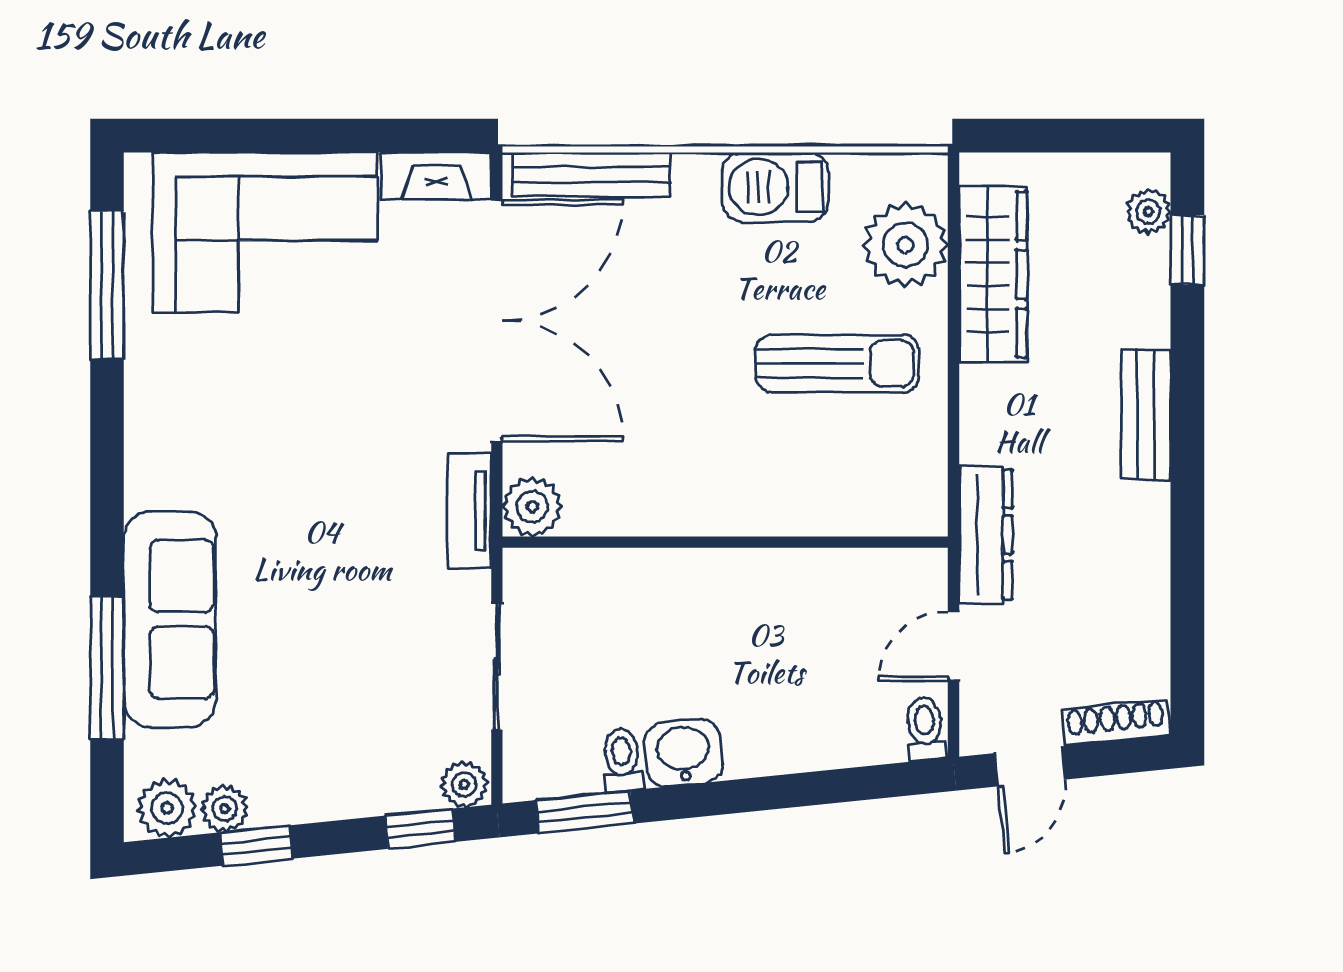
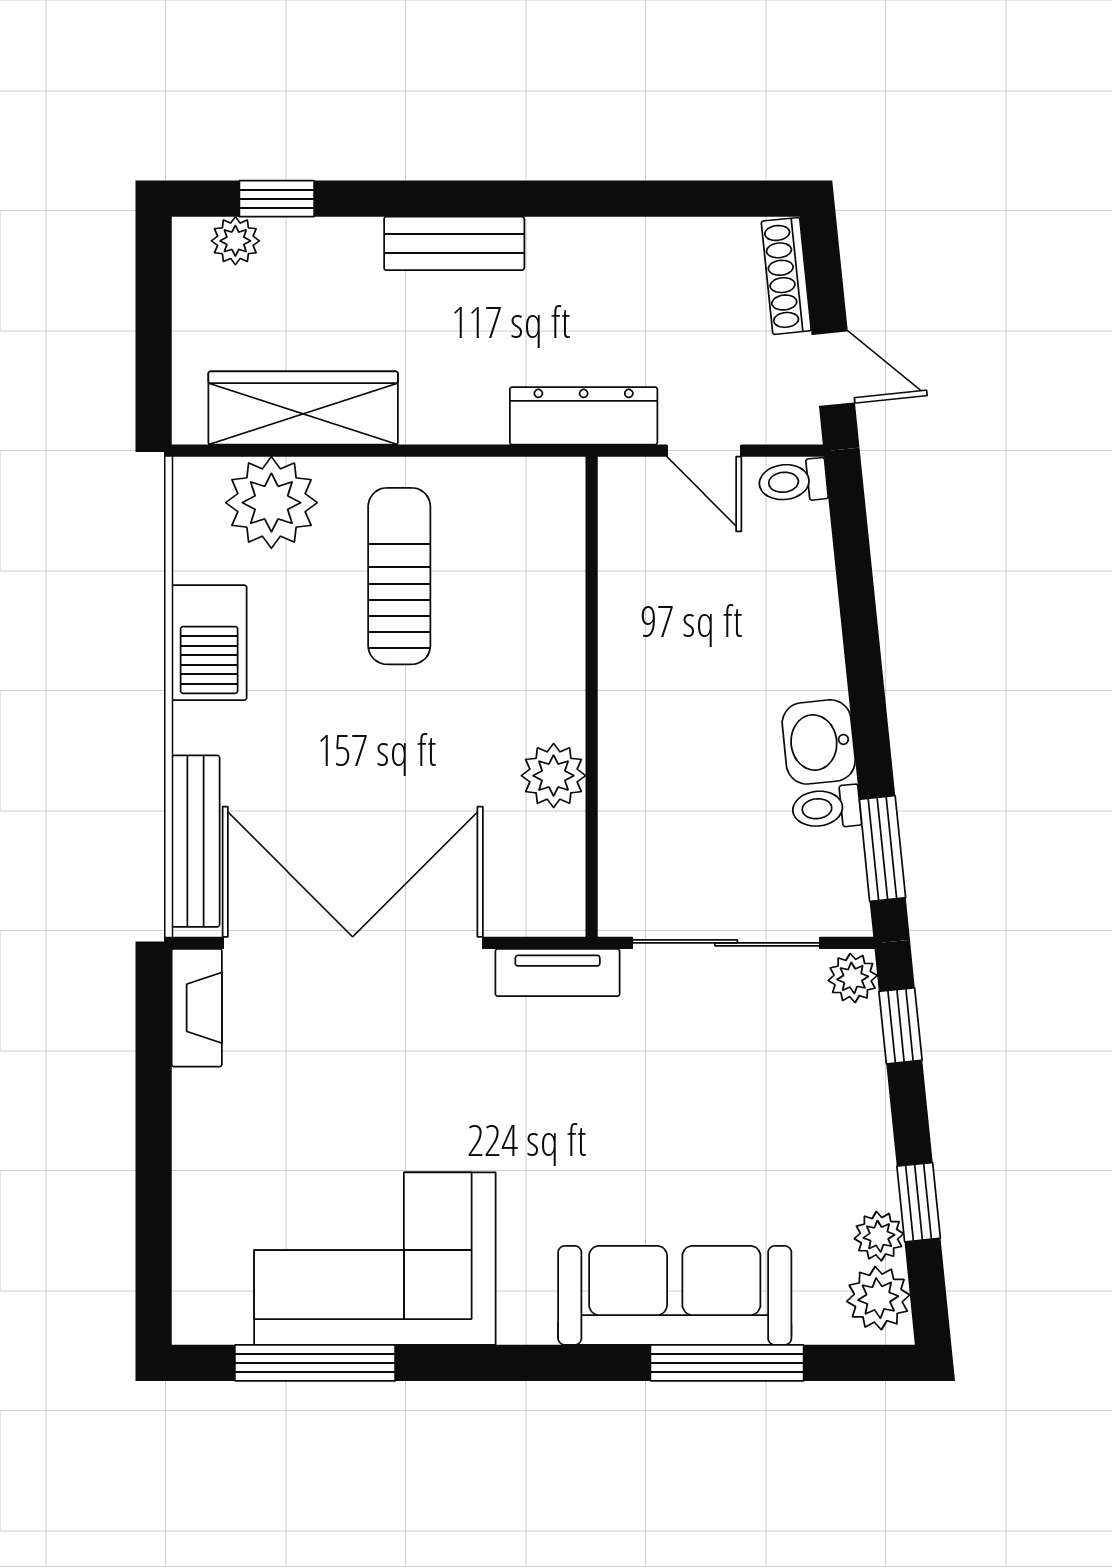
corner sofa: (265, 232) -> (375, 1259), moved, turned -90
plant: (532, 507) -> (554, 776), moved
sliding door: (497, 667) -> (726, 943), width x1.37

